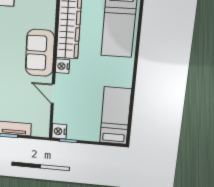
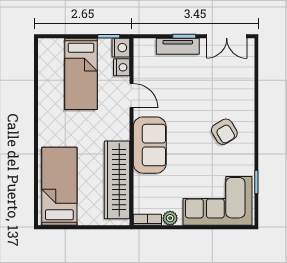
nightstand: (62, 66) -> (122, 67), moved
bed: (115, 116) -> (81, 74), moved

